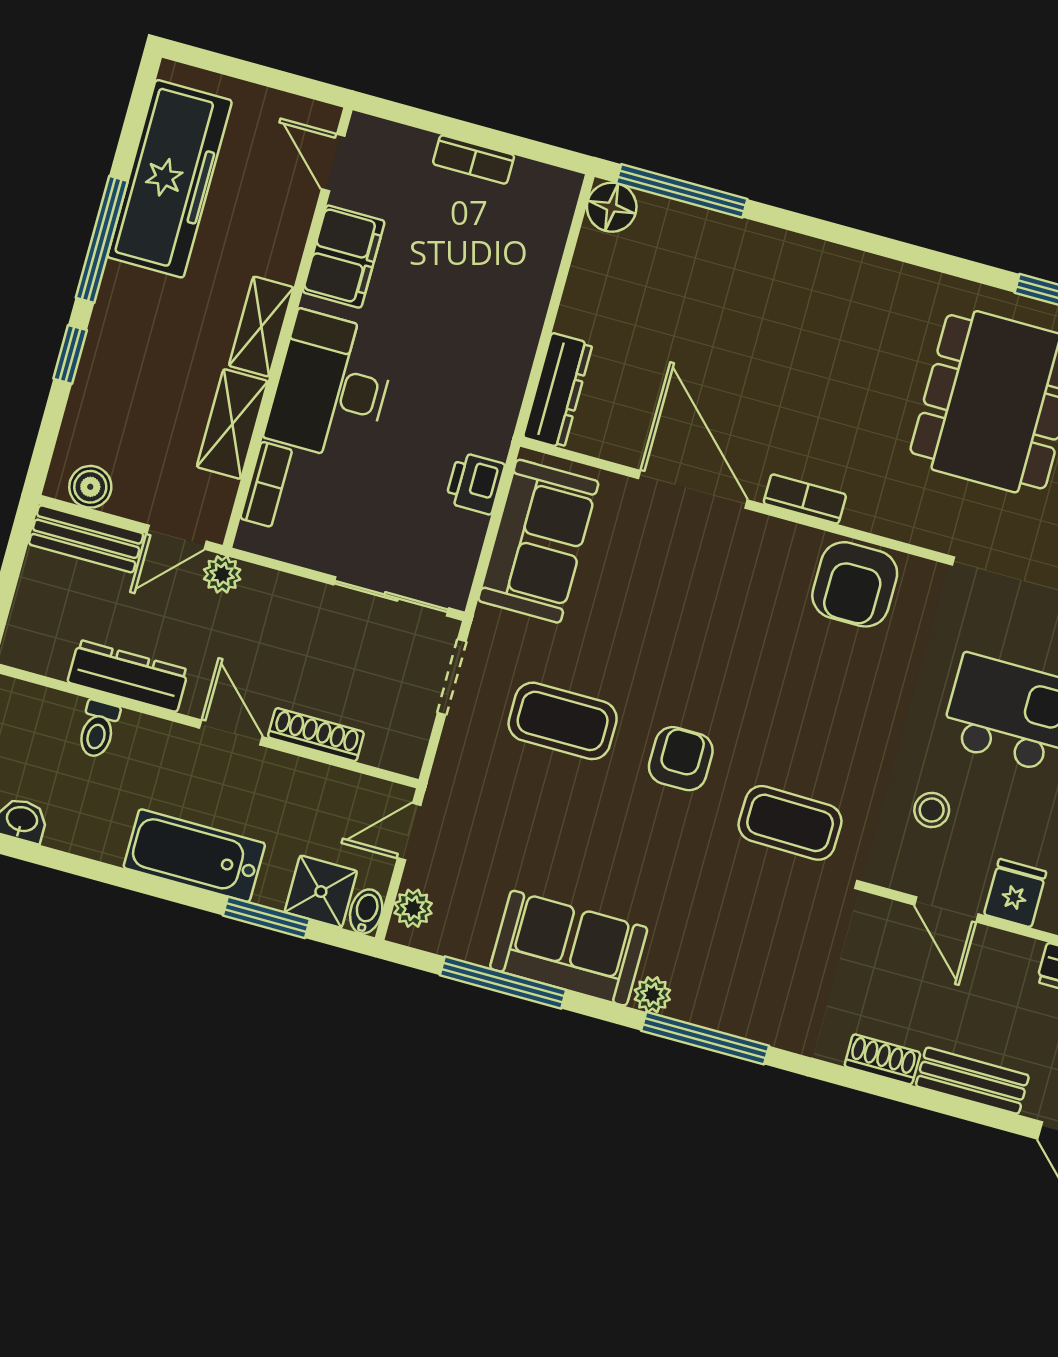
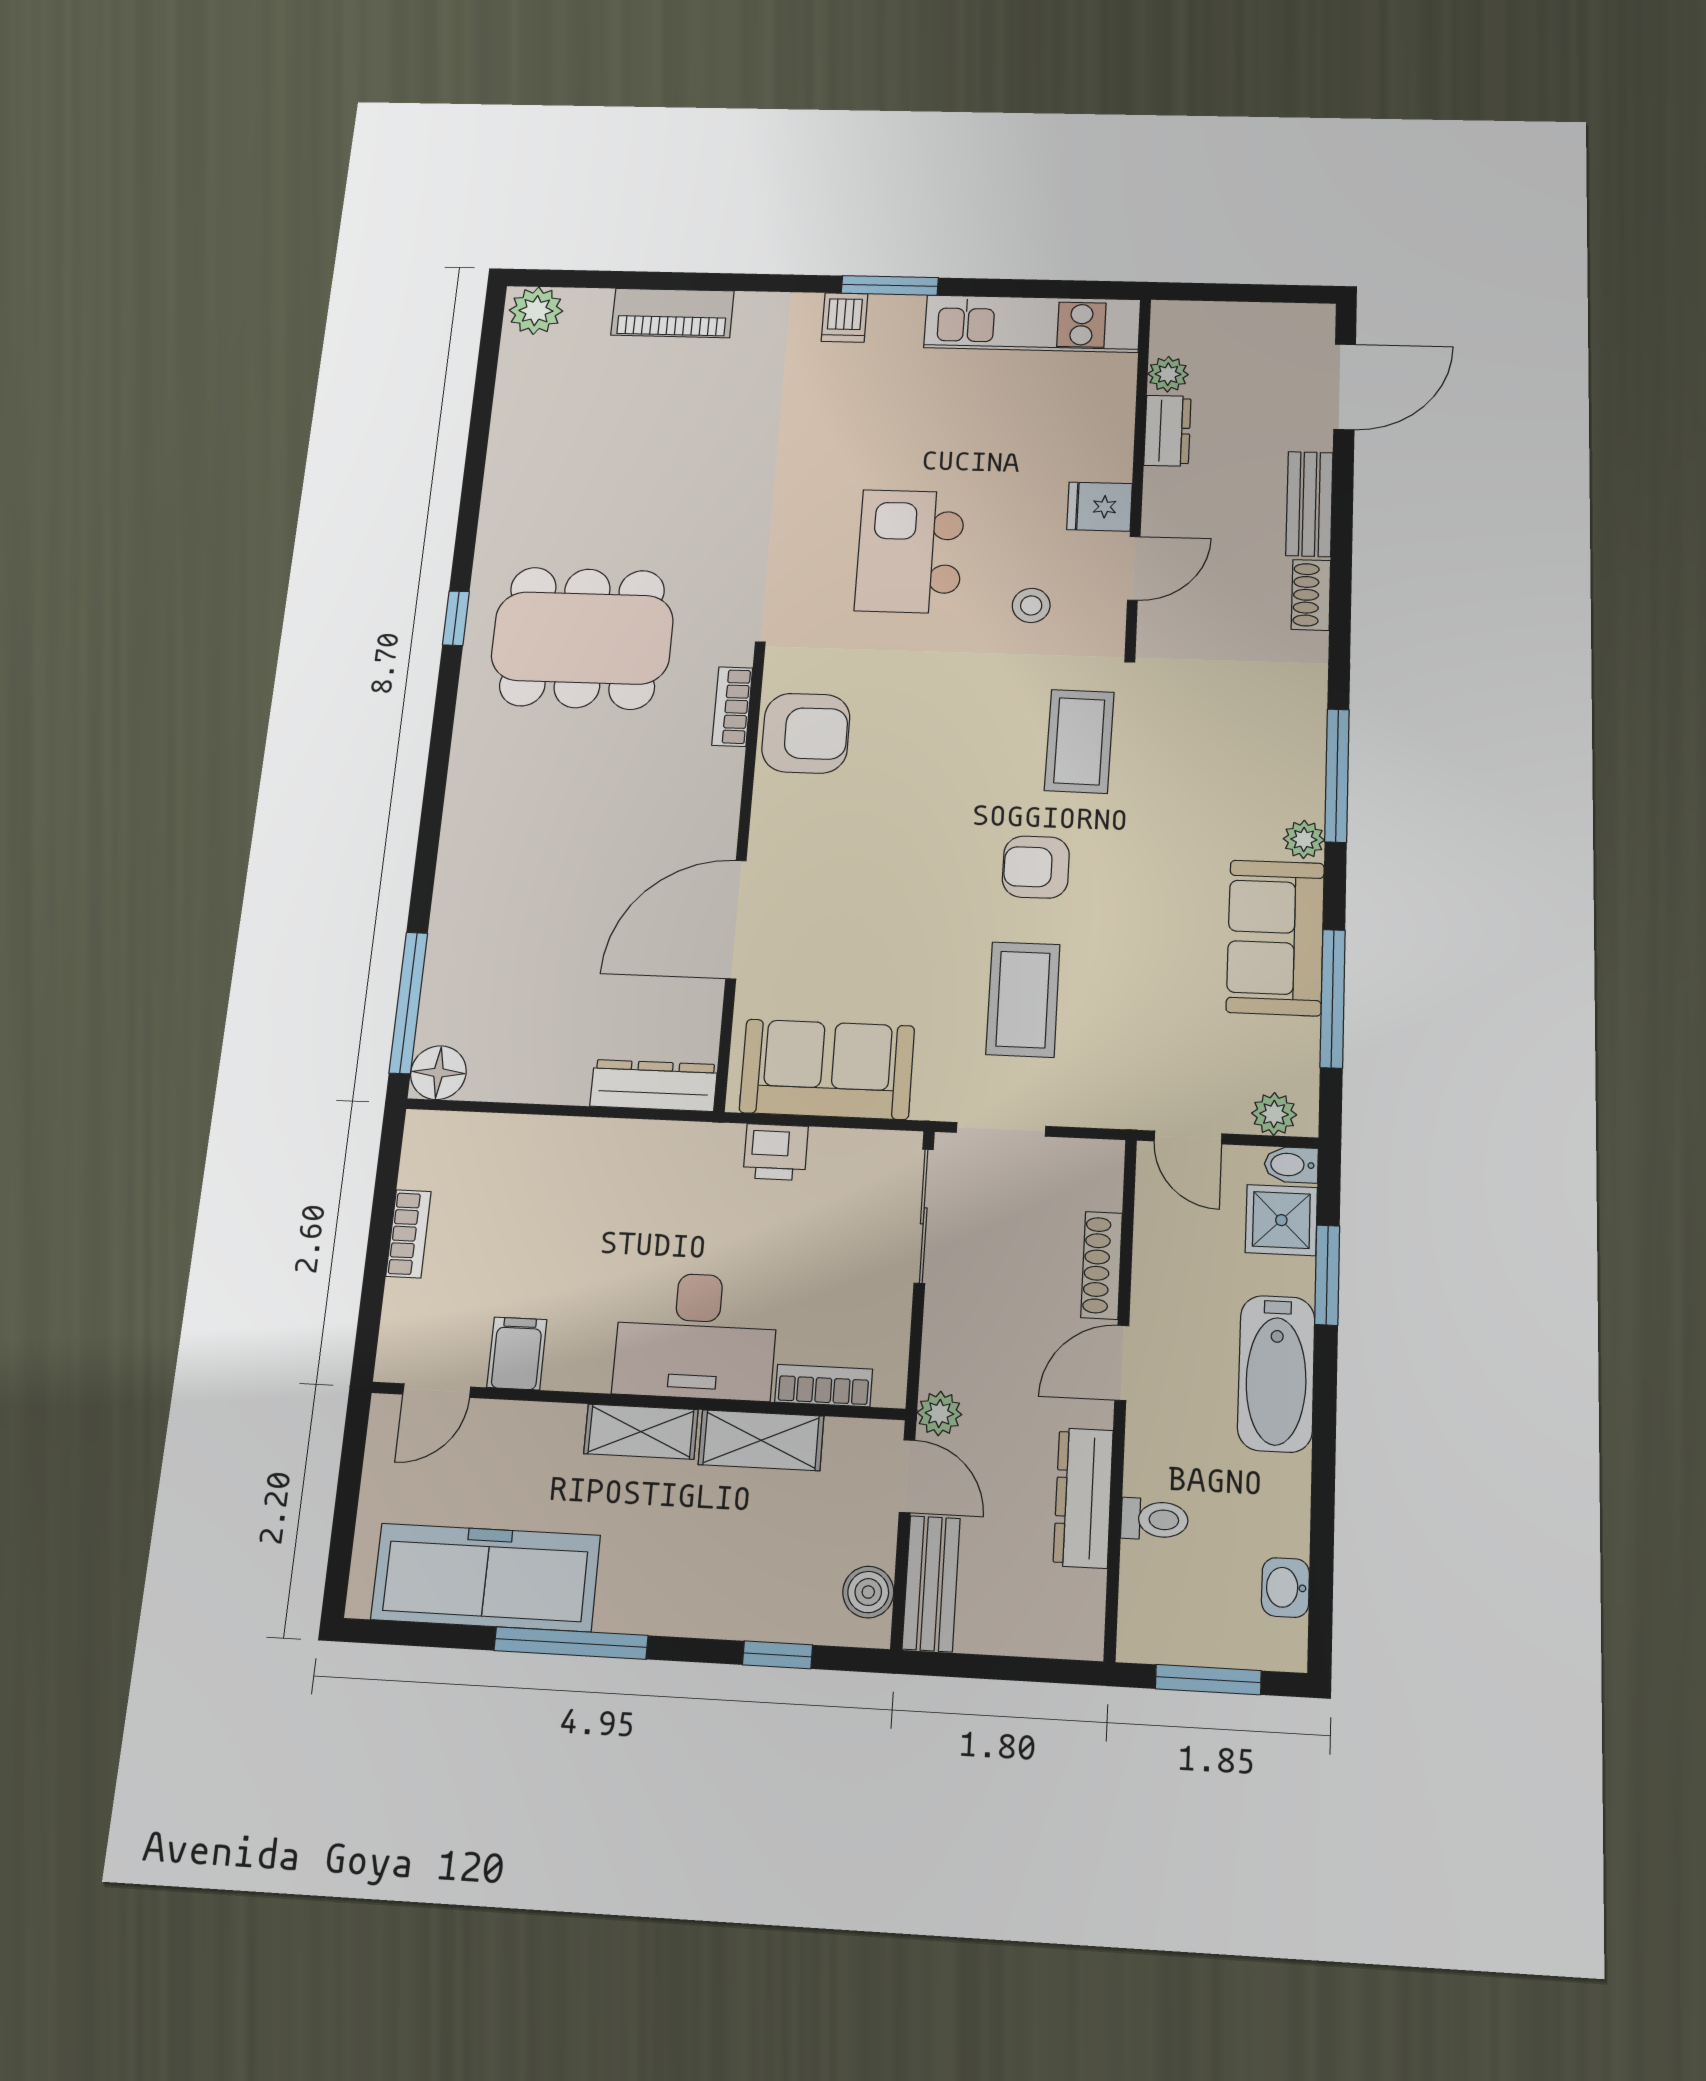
filing cabinet: (344, 257) -> (517, 1353), width x0.50
window: (70, 354) -> (778, 1655), moved
bookcase: (805, 499) -> (732, 707), moved

